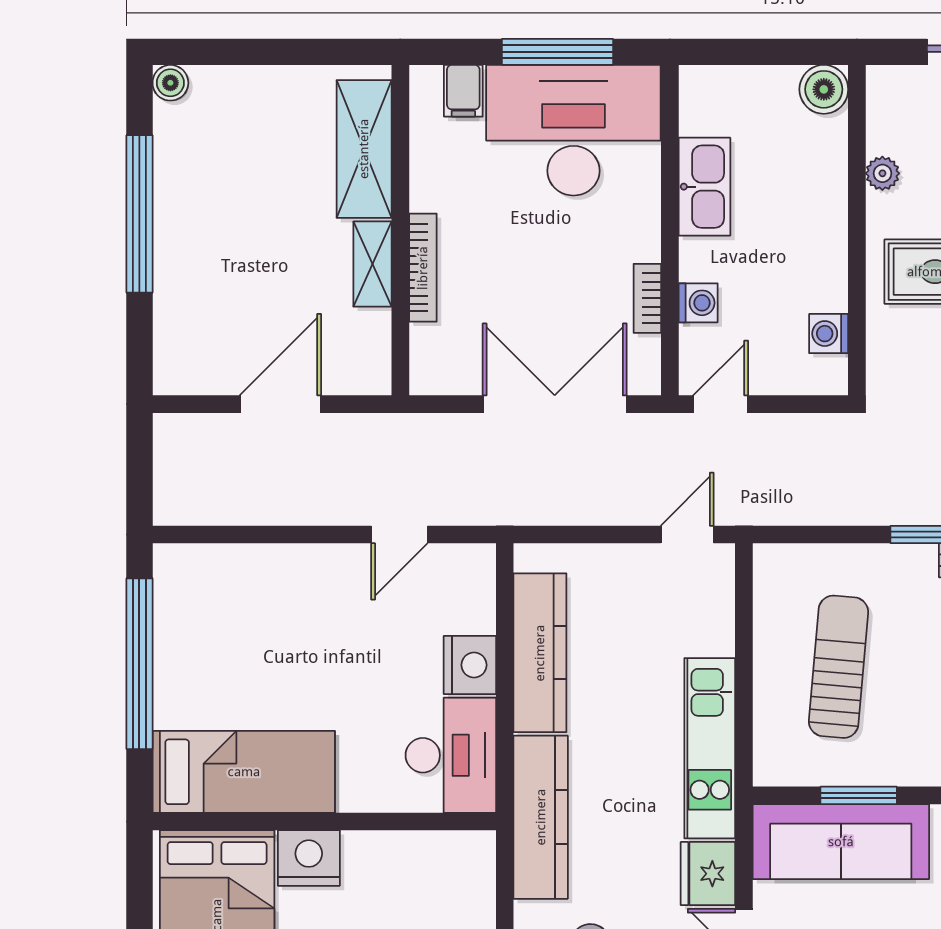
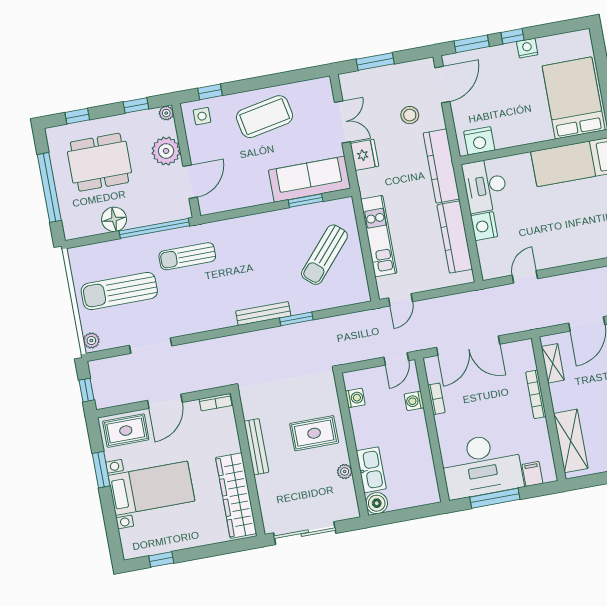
kitchen sink: (704, 187) -> (371, 470), moved, turned 180
shelving: (372, 264) -> (553, 363), moved
sun lounger: (839, 667) -> (324, 255), turned 36
kitchen unit: (710, 748) -> (379, 236), moved
nightstand: (309, 858) -> (479, 141), moved

